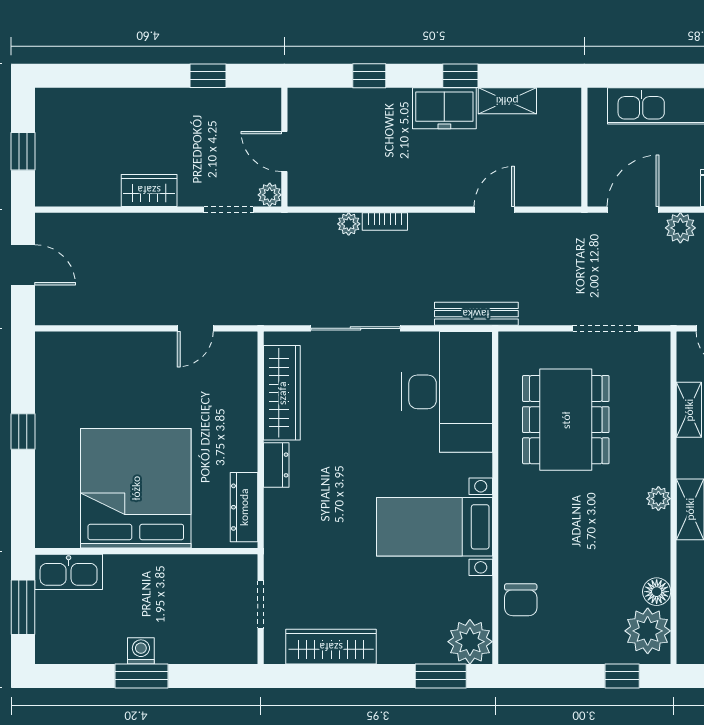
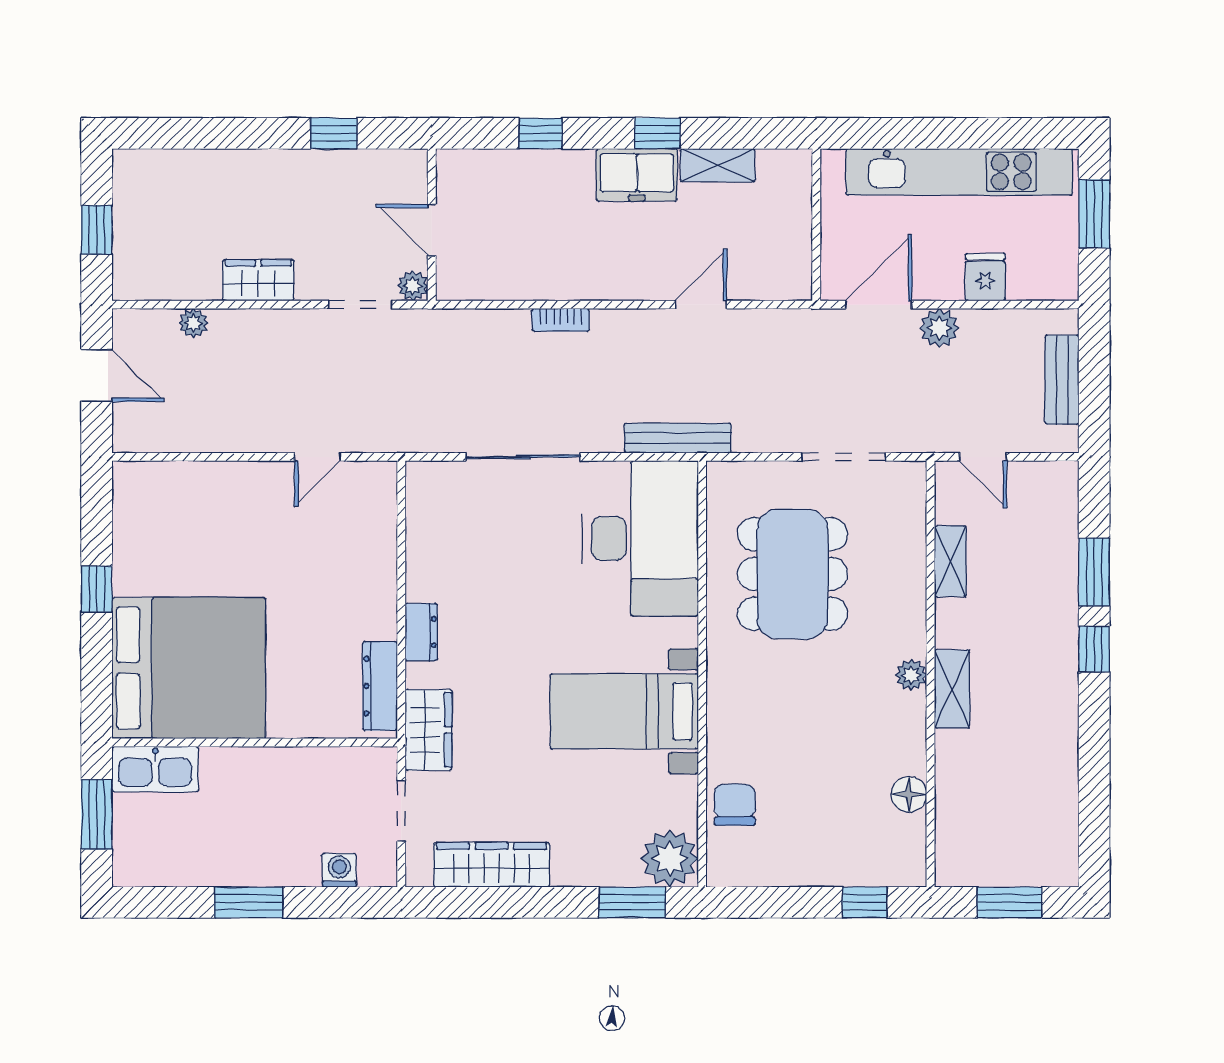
plant: (349, 224) -> (193, 323), moved
wardrobe: (282, 393) -> (429, 730), moved, width x0.67
bed: (136, 488) -> (189, 668), moved, turned 90
chair: (521, 600) -> (735, 805), turned 180
plant: (648, 631) -> (897, 845), removed
washing machine: (141, 651) -> (339, 870), moved

